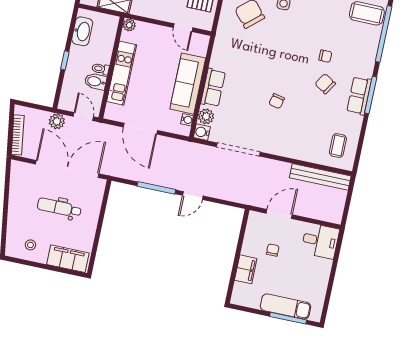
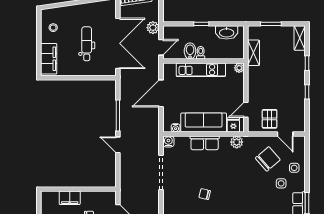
fridge: (199, 47) -> (233, 125), added
plant: (206, 116) -> (237, 142), moved

